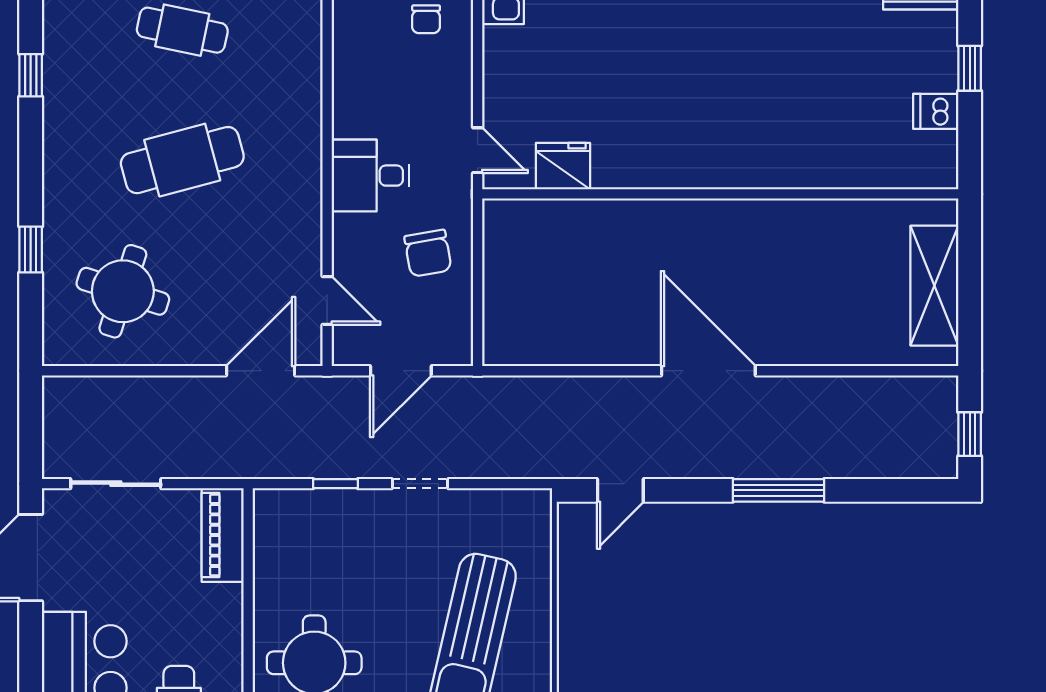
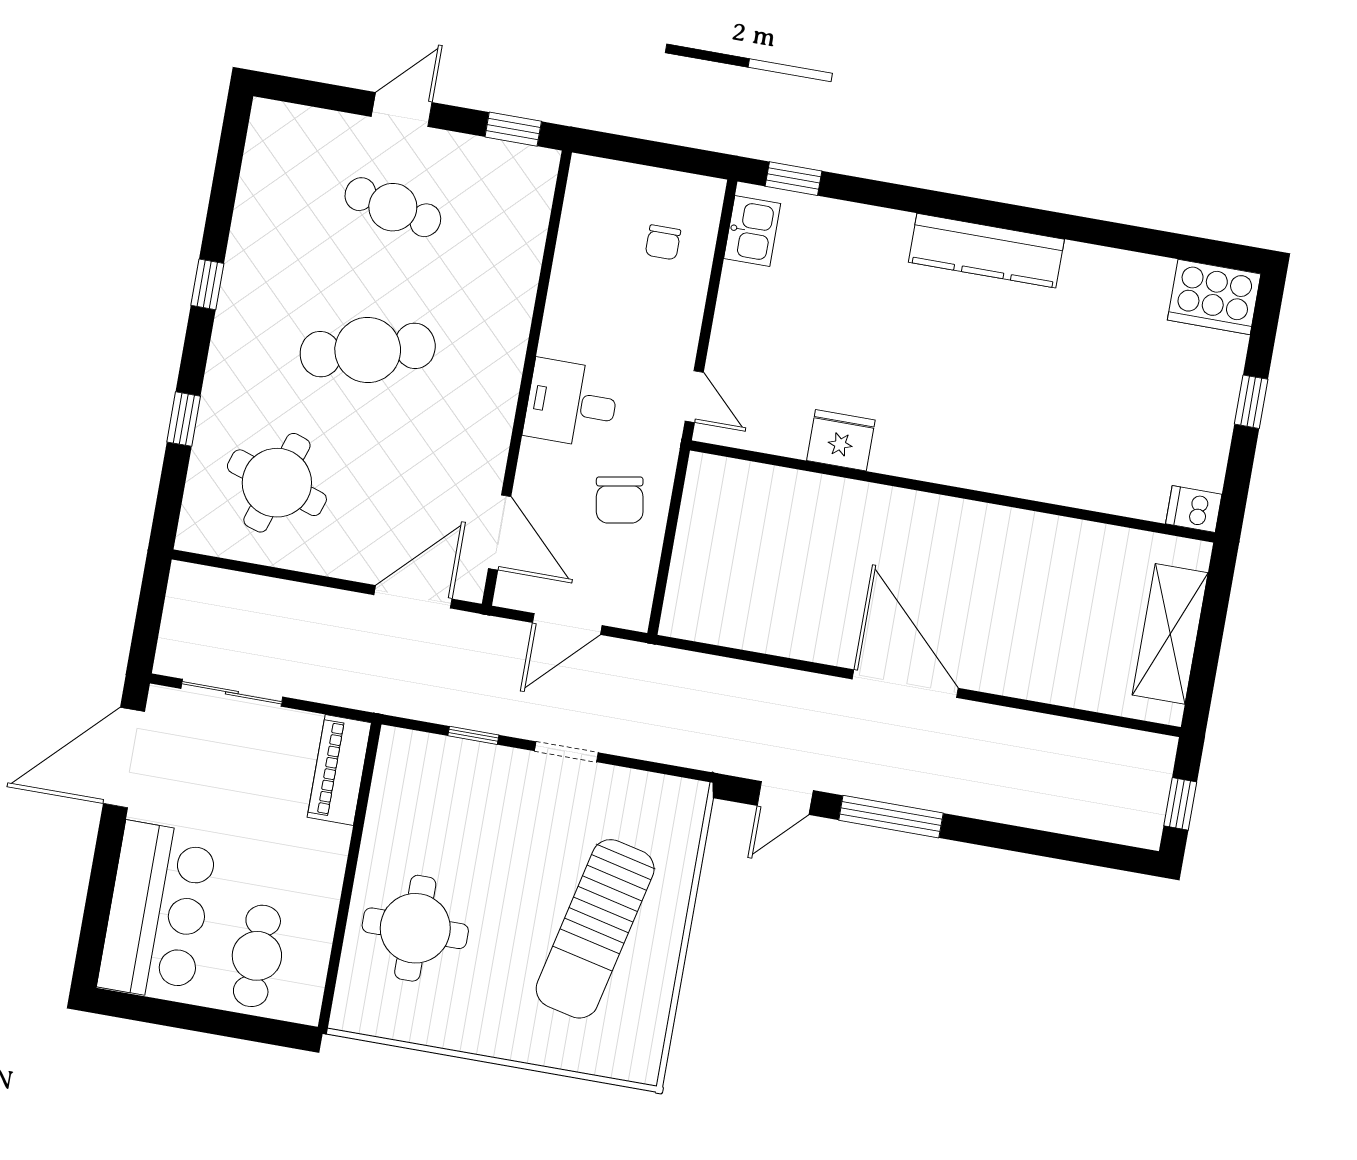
window: (31, 75) -> (207, 284), moved
dishwasher: (936, 111) -> (1194, 509), moved
fridge: (563, 166) -> (841, 440), moved
door: (327, 301) -> (500, 532), width x1.38
window: (779, 490) -> (891, 817), moved

